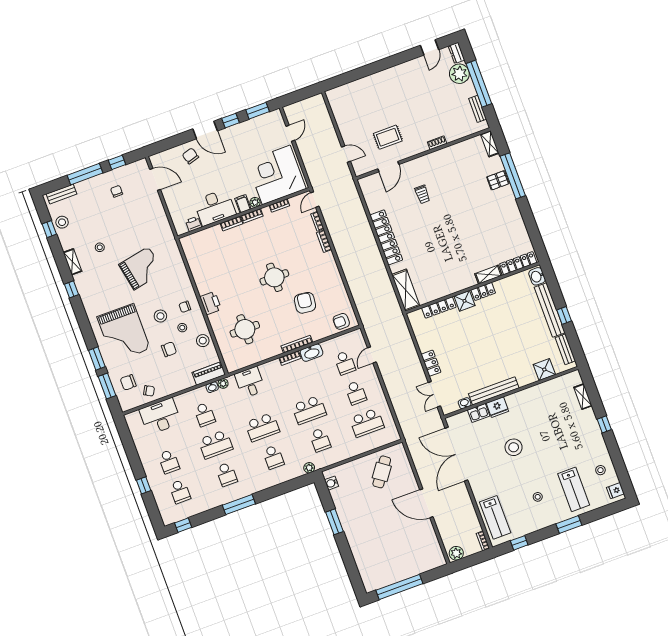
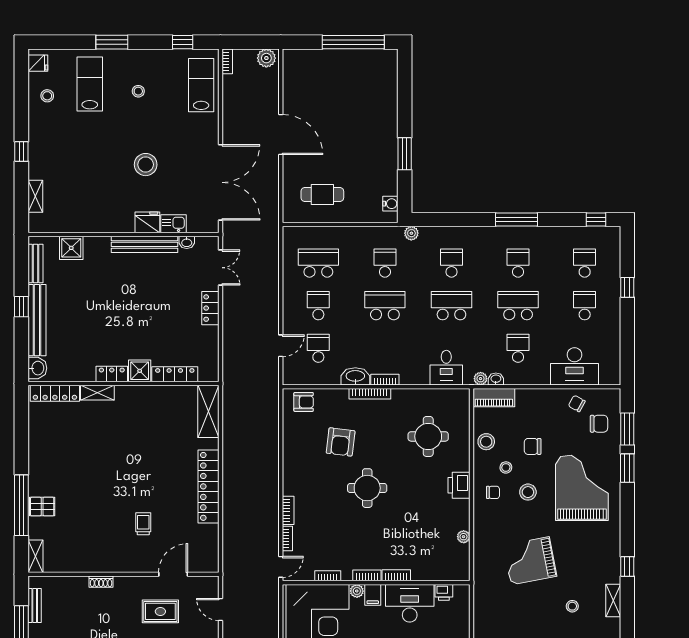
plant: (194, 268) -> (464, 537), added
cafe table: (382, 472) -> (322, 194), turned 54

